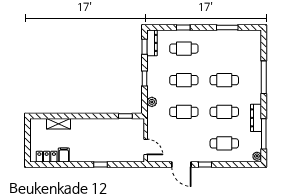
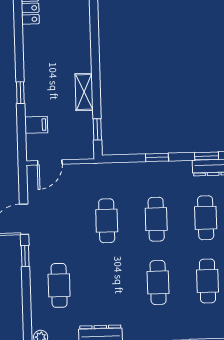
plant: (152, 102) -> (121, 170), removed
cafe table: (224, 112) -> (208, 281), moved
shelving: (59, 124) -> (84, 92), moved
filing cabinet: (64, 155) -> (36, 125), moved

